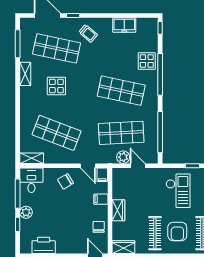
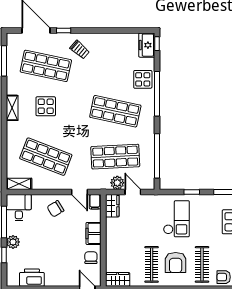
freezer: (124, 25) -> (147, 45), moved, turned 90
shelving: (25, 74) -> (12, 108), moved
filing cabinet: (101, 199) -> (93, 233), width x2.00
wardrobe: (118, 210) -> (112, 206), moved

